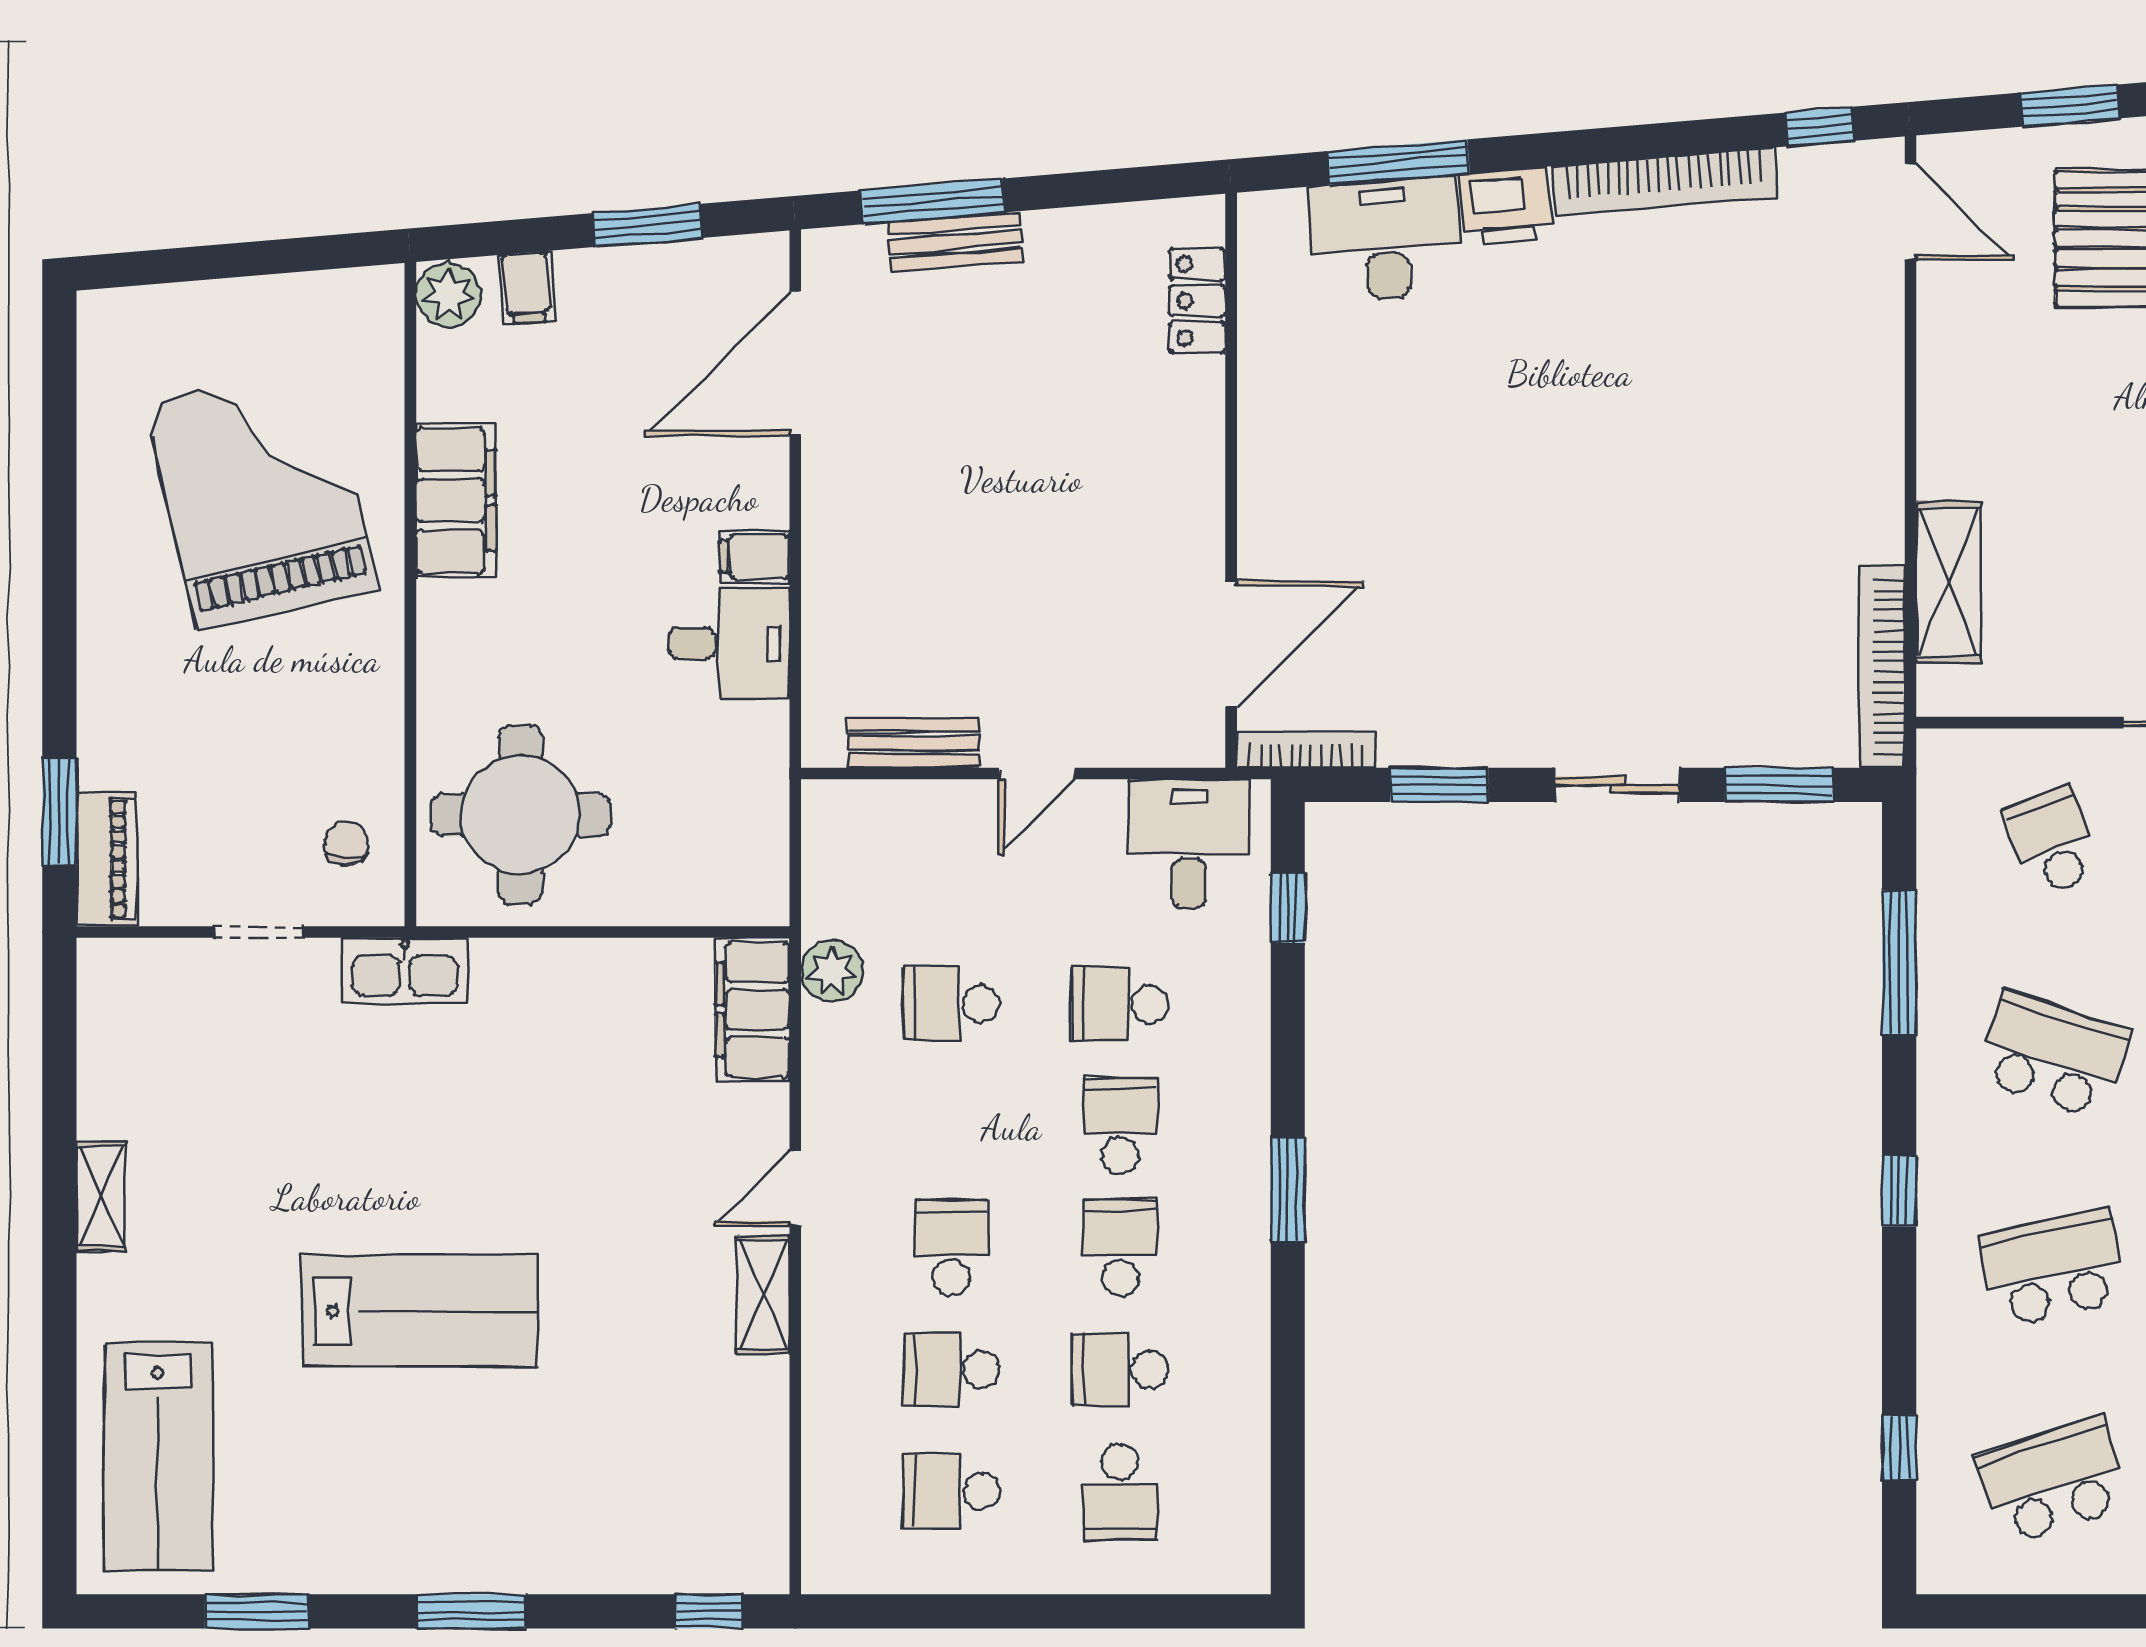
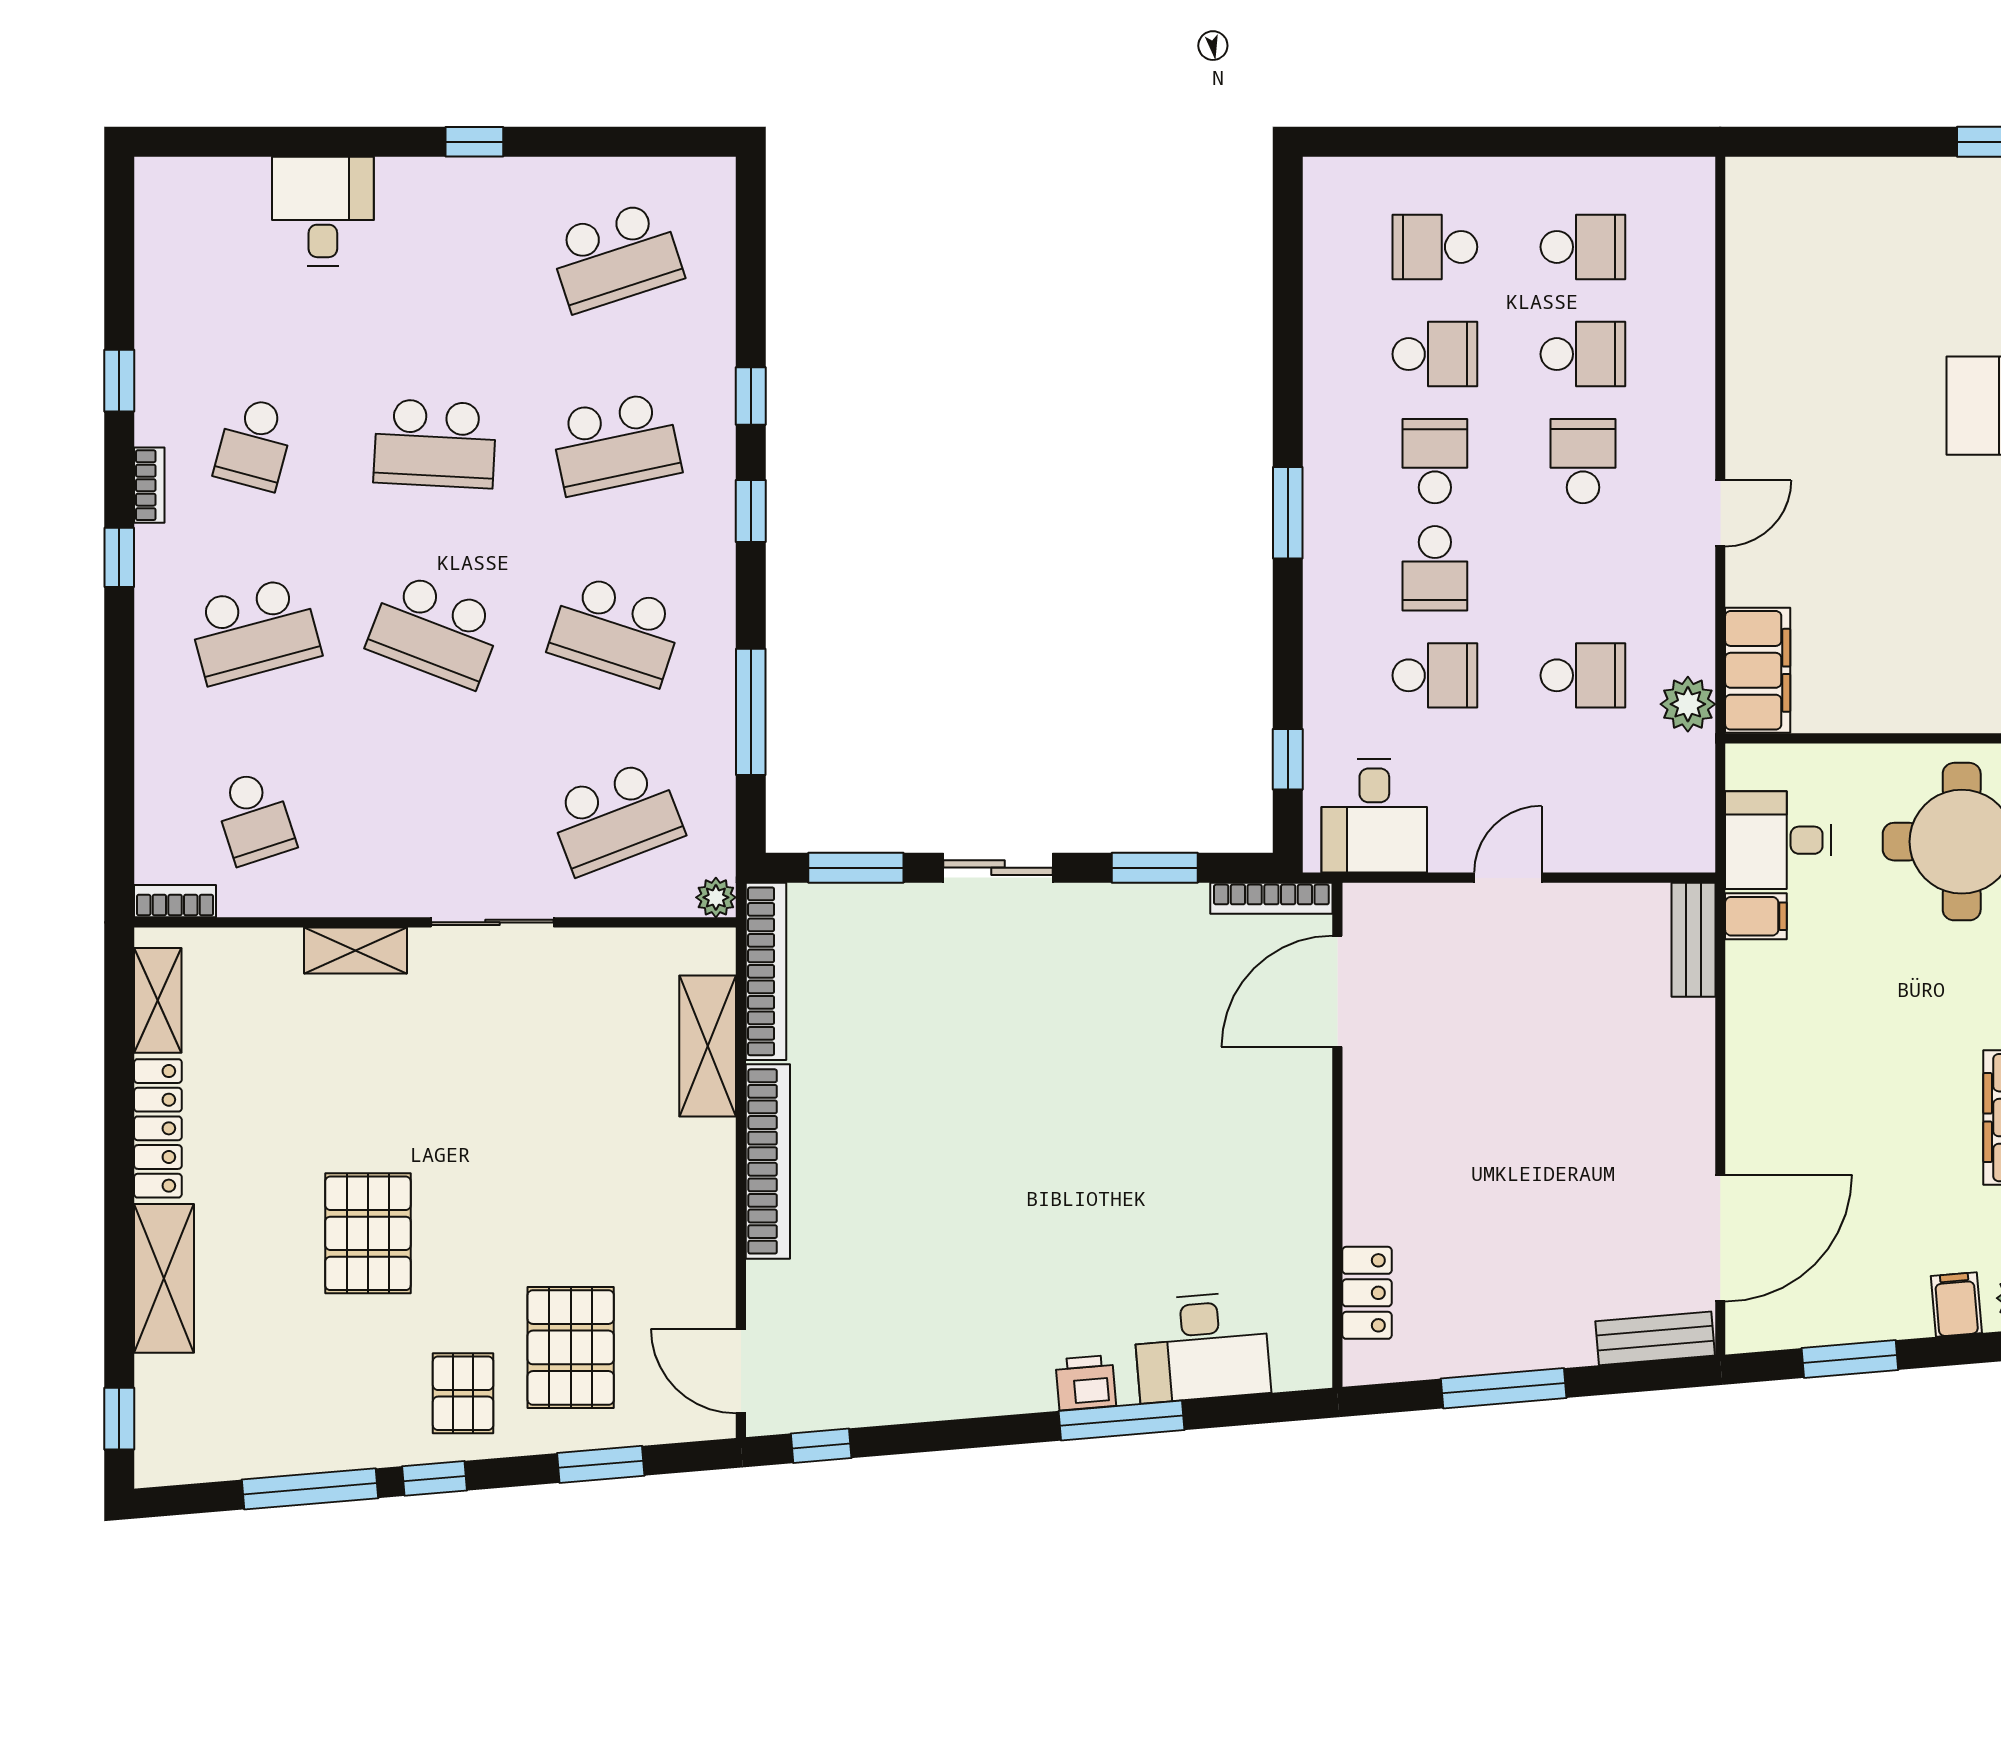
window: (1398, 162) -> (1122, 1420), moved
bookcase: (1664, 182) -> (768, 1161), moved, turned 95
window: (933, 201) -> (1504, 1388), moved
printer: (1507, 207) -> (1086, 1383), width x0.73, depth x0.81
bench: (956, 242) -> (1655, 1338), moved
filing cabinet: (755, 556) -> (1756, 916), moved
desk: (729, 643) -> (1778, 840), moved
bench: (914, 743) -> (1693, 940), moved, turned 90
plant: (1939, 751) -> (716, 897), added
school desk: (2053, 842) -> (616, 818), width x1.85
school desk: (952, 1248) -> (1583, 461), turned 180
school desk: (1120, 1248) -> (1435, 461), turned 180
shelving: (763, 1295) -> (1749, 420), removed
window: (1899, 1448) -> (751, 396), moved
school desk: (1120, 1492) -> (1435, 247), turned -90
window: (709, 1611) -> (1796, 142), removed

